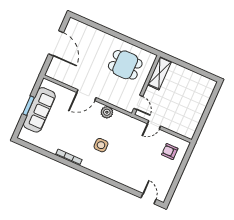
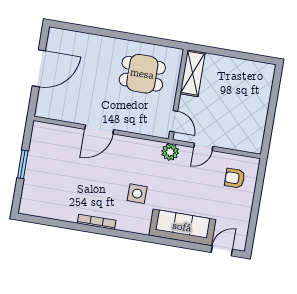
door: (56, 43) -> (39, 68), hinge flipped
sofa: (39, 110) -> (182, 227), moved, turned -90
plant: (107, 112) -> (170, 152), moved
door: (149, 199) -> (222, 251), hinge flipped

